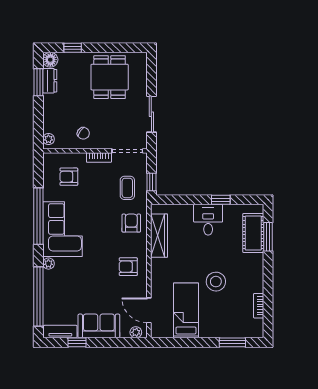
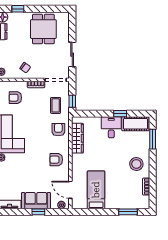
cot: (253, 233) -> (135, 124), moved, turned 90
stool: (216, 282) -> (136, 164), moved
window: (77, 342) -> (38, 212), moved

